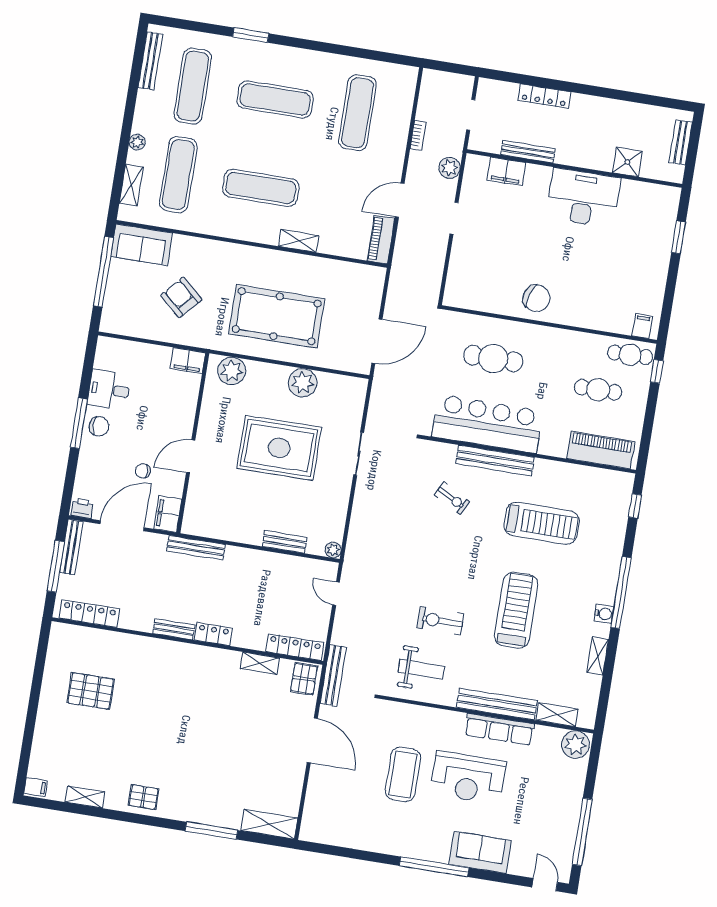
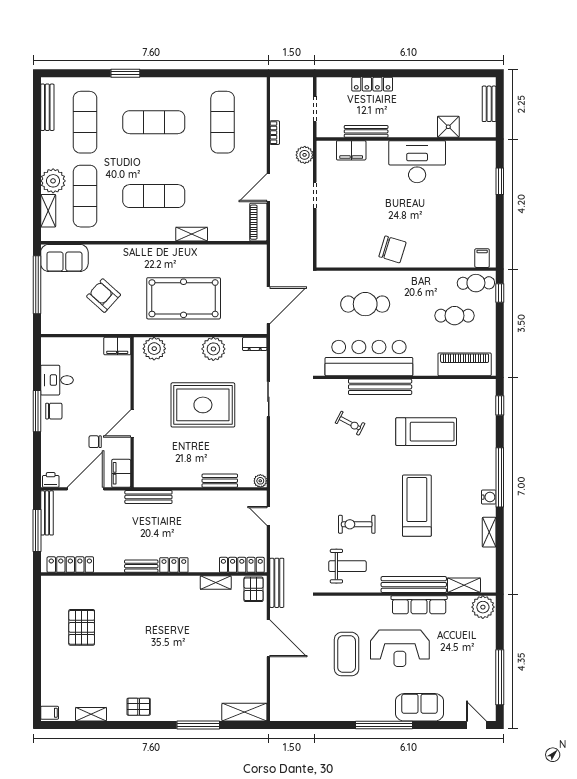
plant: (137, 142) -> (53, 181), width x1.88, depth x1.88
dresser: (353, 385) -> (255, 344), added
pallet: (91, 691) -> (82, 627), turned 90

